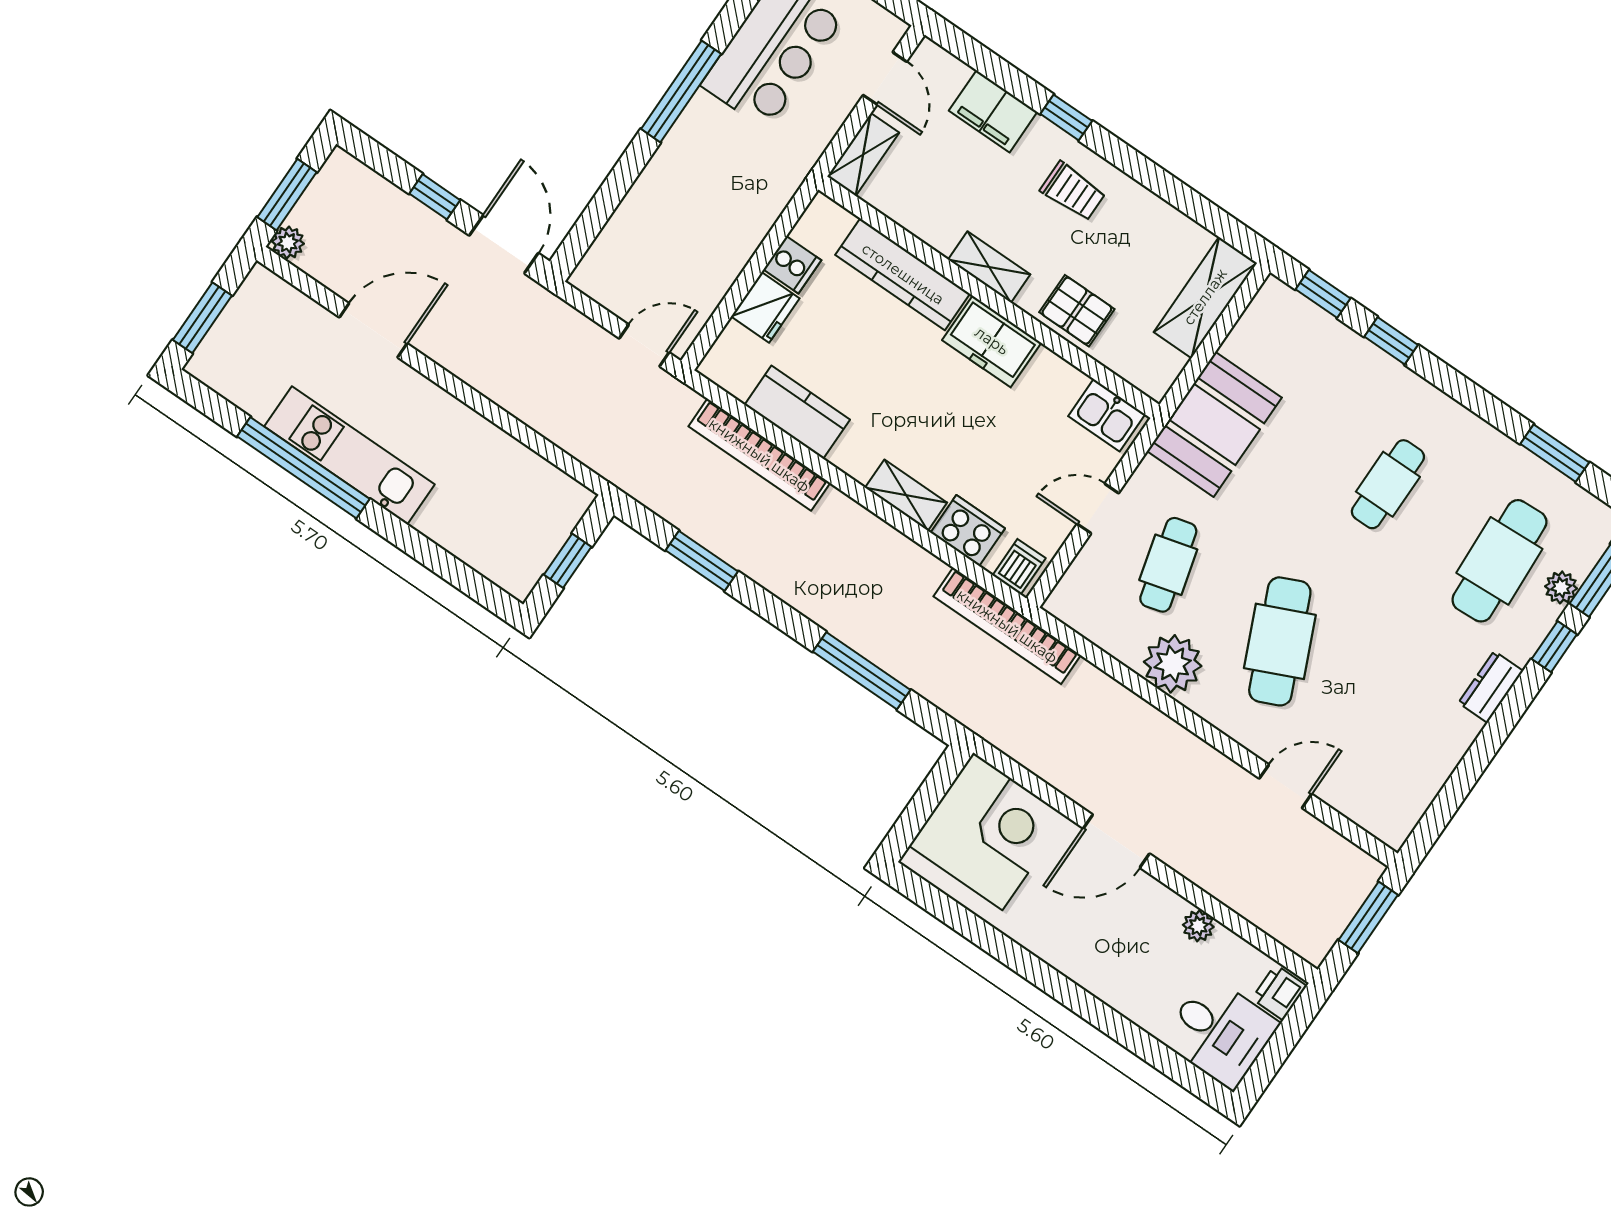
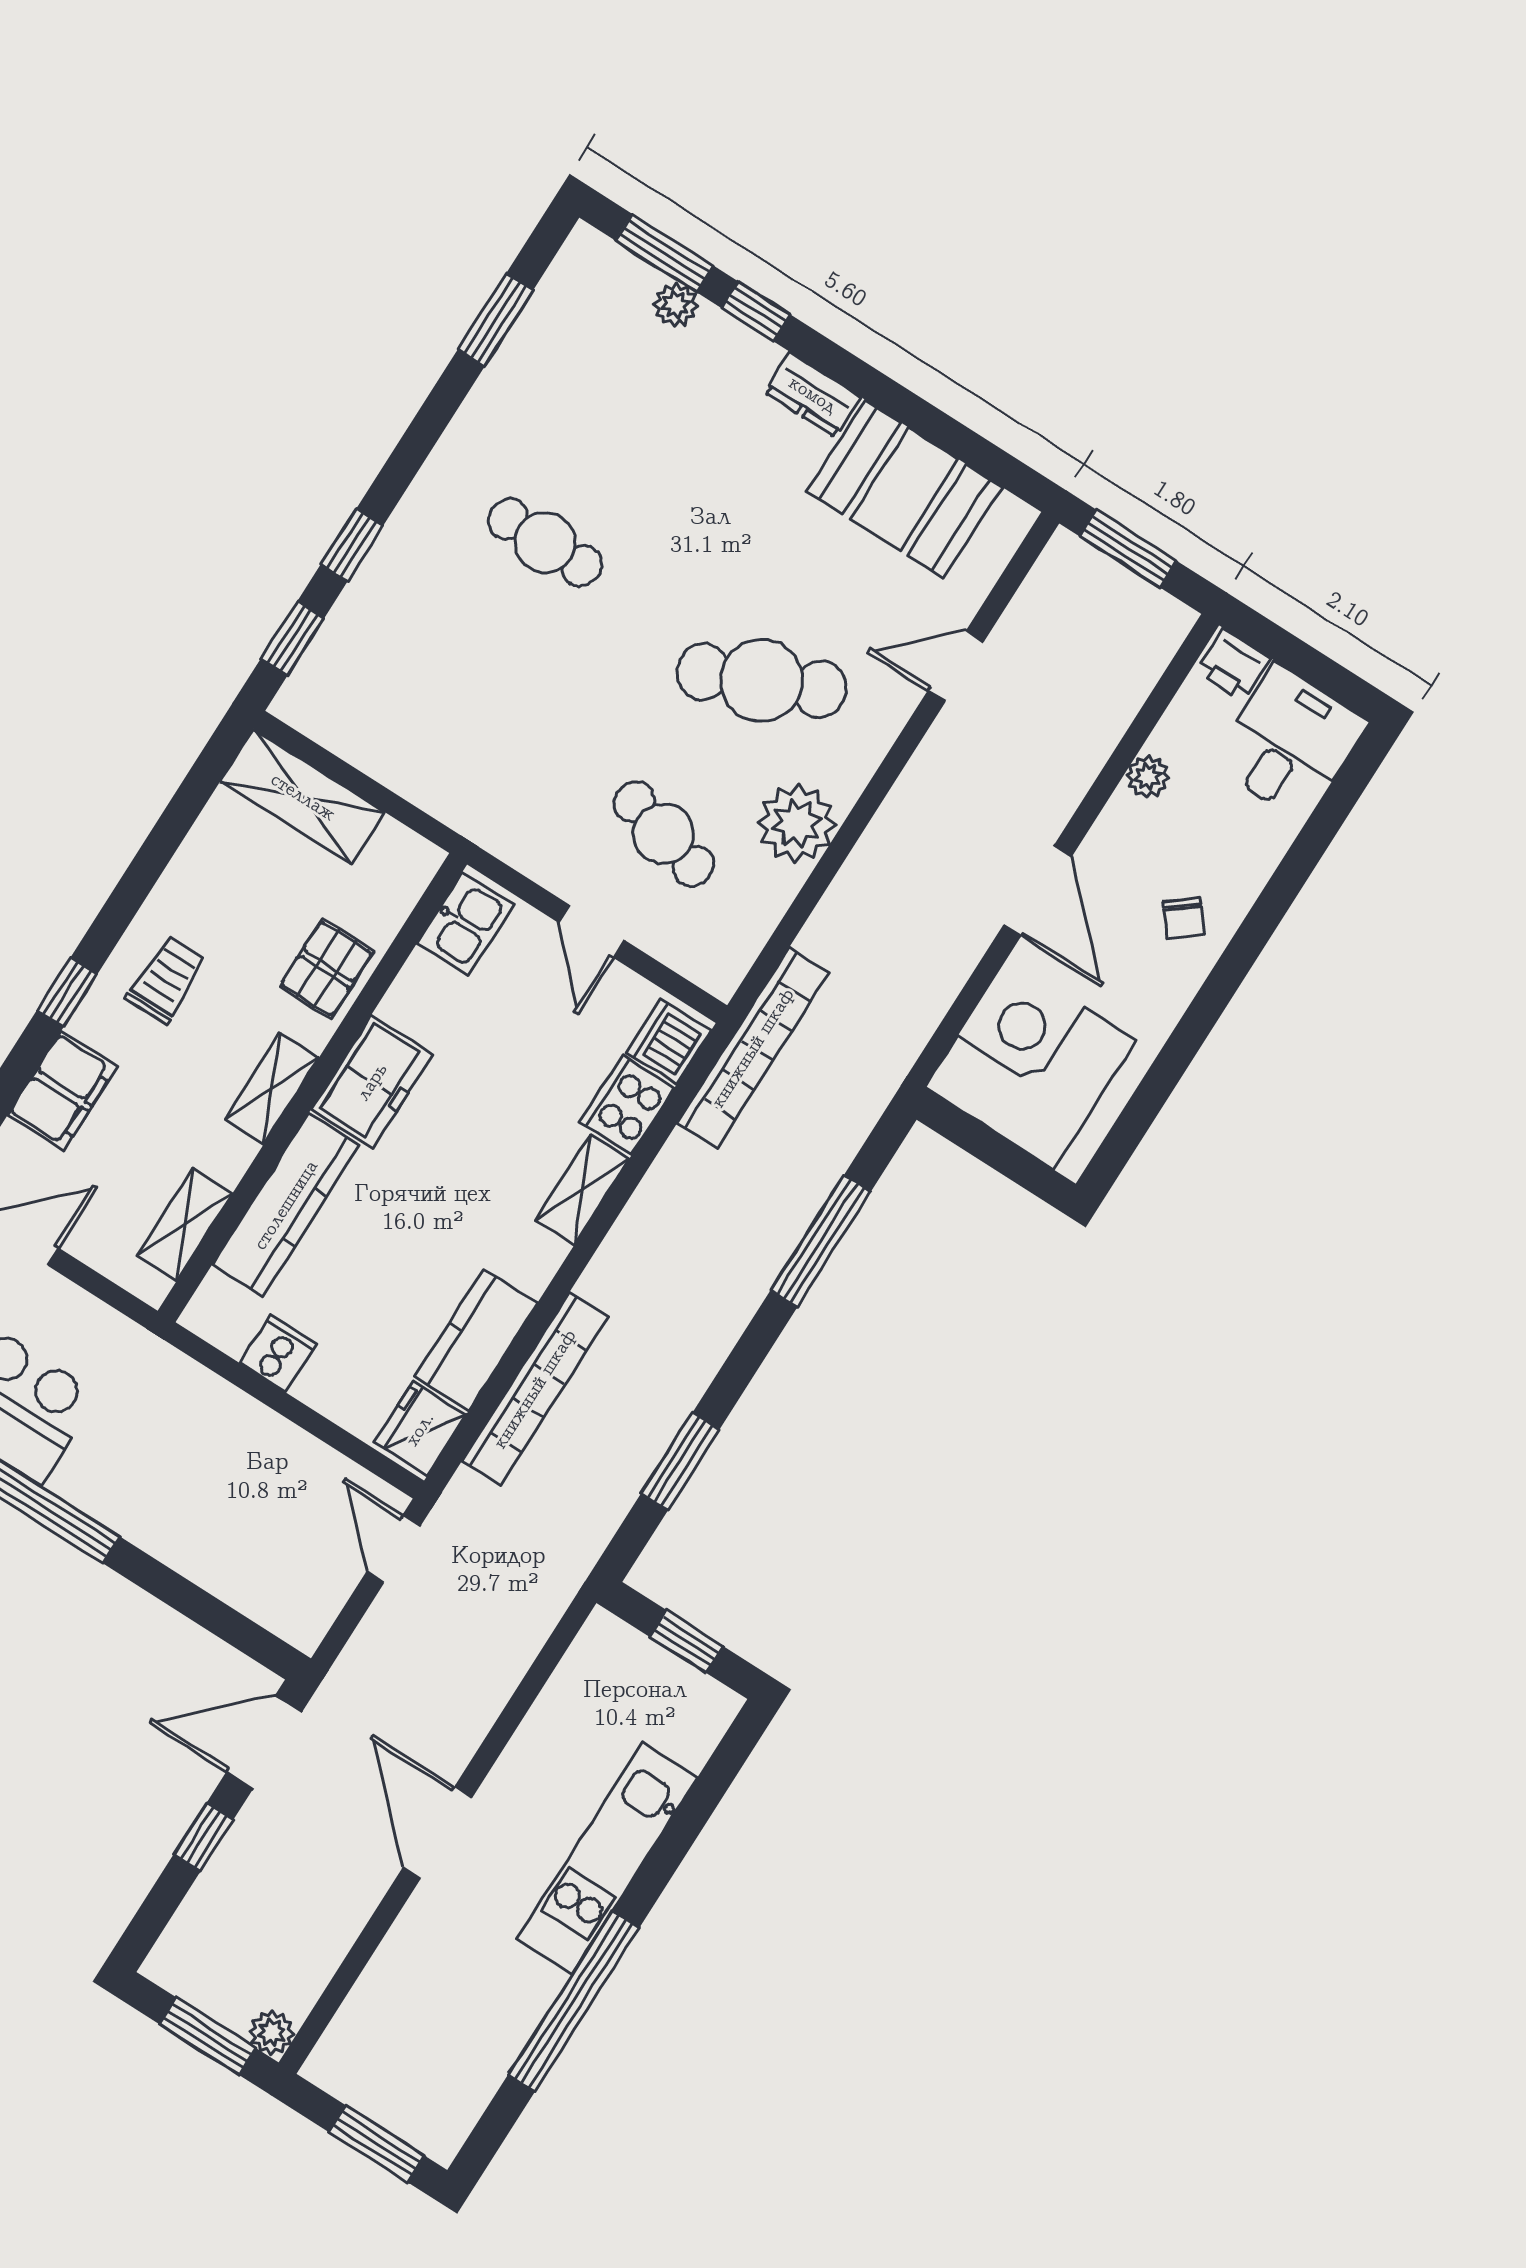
shelving: (863, 155) -> (185, 1225), moved, turned 90
fridge: (765, 307) -> (420, 1429), moved, turned -90
door: (373, 330) -> (437, 1833), moved
booth: (1214, 424) -> (904, 489), moved
kitchen unit: (349, 455) -> (607, 1858), moved
cafe table: (1499, 561) -> (643, 389), removed
cafe table: (1168, 565) -> (664, 834), turned 30
dishwasher: (1019, 567) -> (669, 1042), width x1.38
door: (1285, 786) -> (956, 666), hinge flipped
chair: (1092, 949) -> (1184, 918), added

